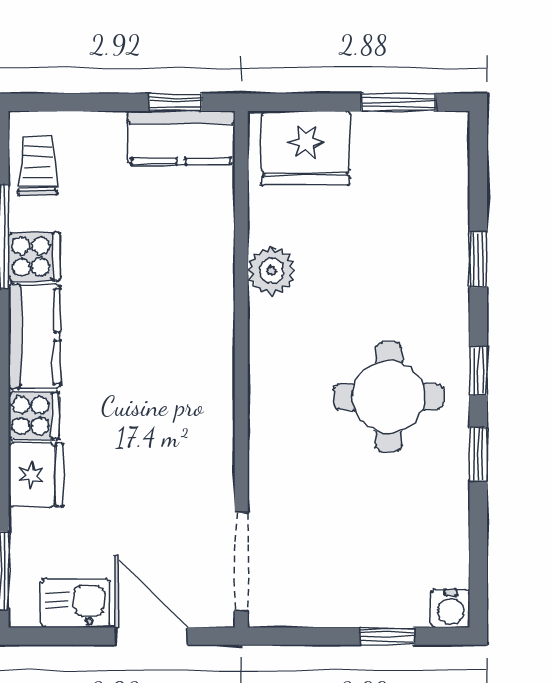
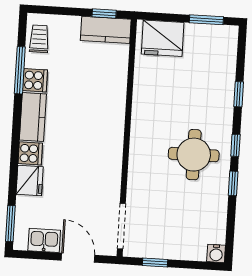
plant: (271, 271) -> (143, 94), removed
window: (387, 636) -> (155, 262), moved

